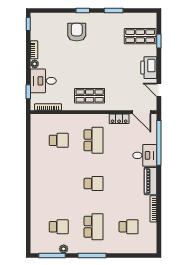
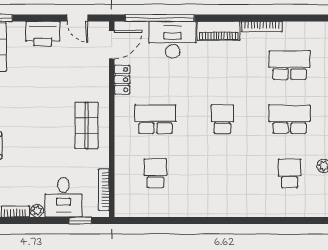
door: (159, 90) -> (77, 18), hinge flipped
desk: (145, 155) -> (172, 40), width x1.37
school desk: (128, 227) -> (289, 65), width x1.85

